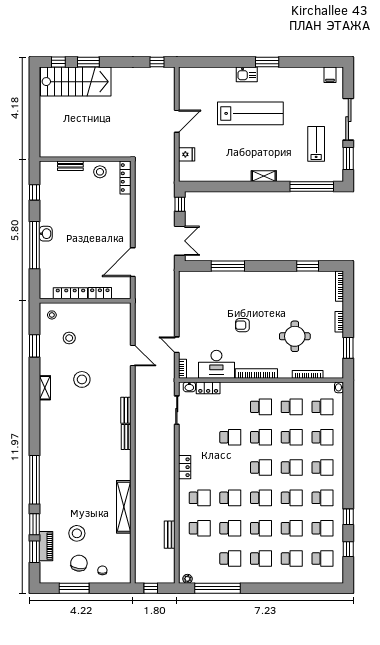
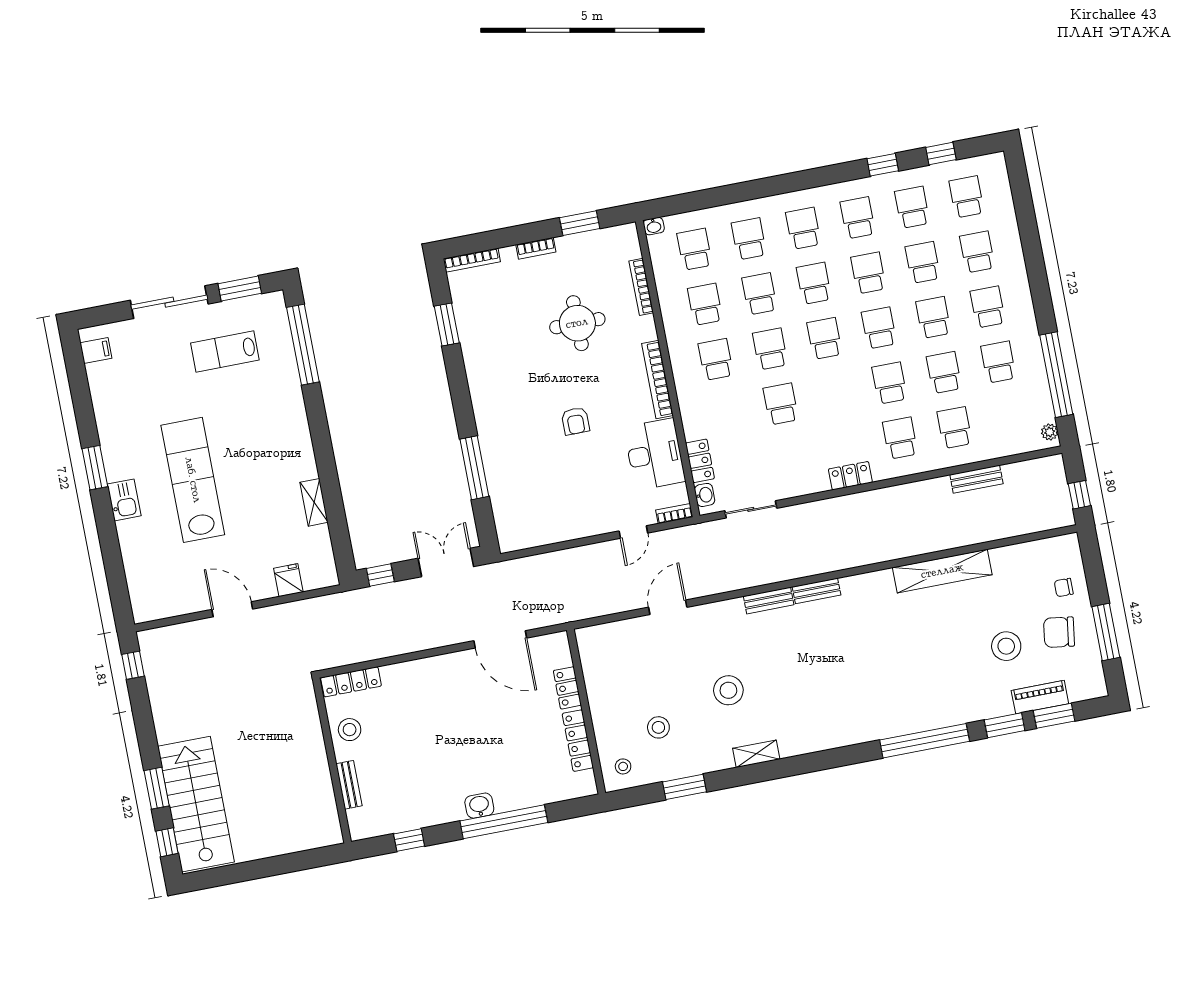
shelving: (264, 176) -> (314, 502), moved

